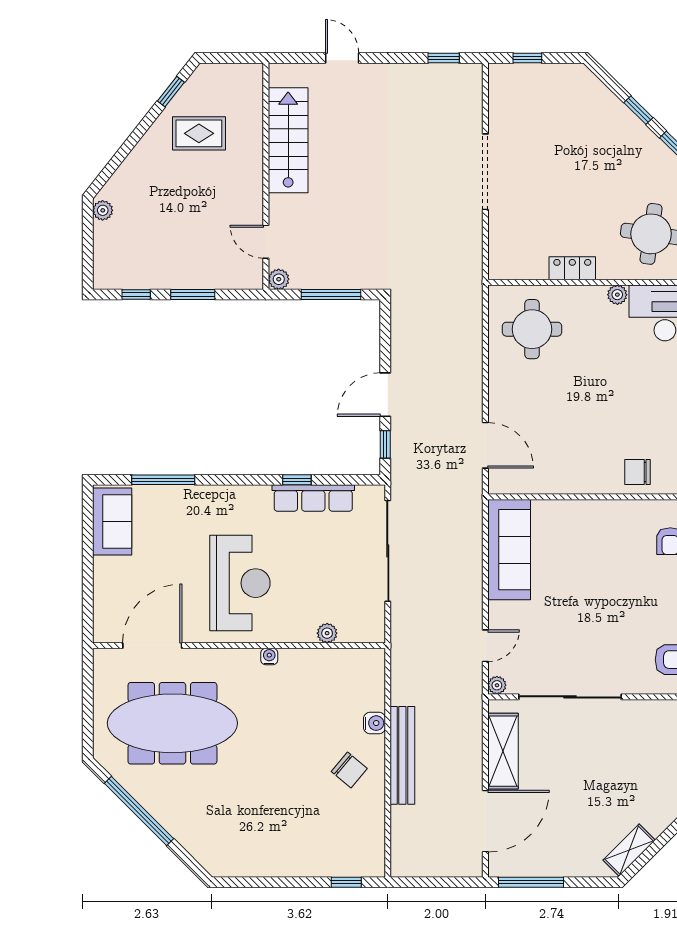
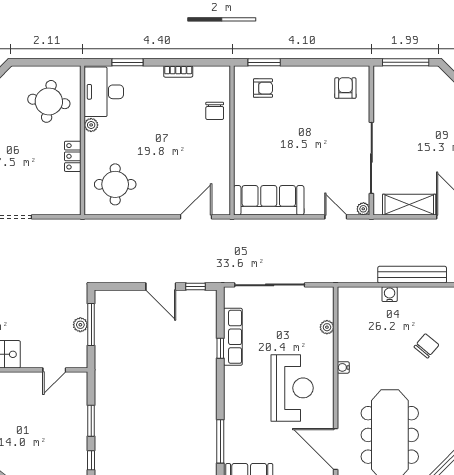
plant: (279, 279) -> (80, 325), moved
reception desk: (240, 583) -> (292, 388), turned 90
chair: (349, 770) -> (426, 346), moved

